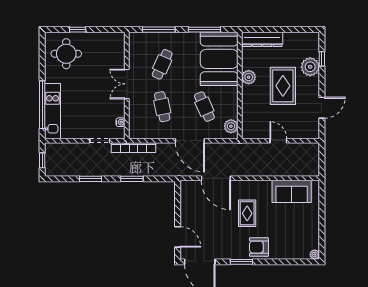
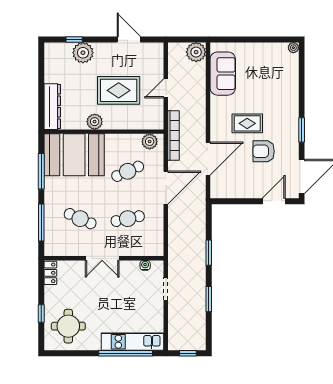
locker: (114, 38) -> (50, 273), added
rug: (283, 86) -> (119, 90), moved
bookcase: (133, 148) -> (174, 136), moved
plant: (311, 168) -> (196, 52), added
armchair: (259, 247) -> (264, 151), moved, turned 90

